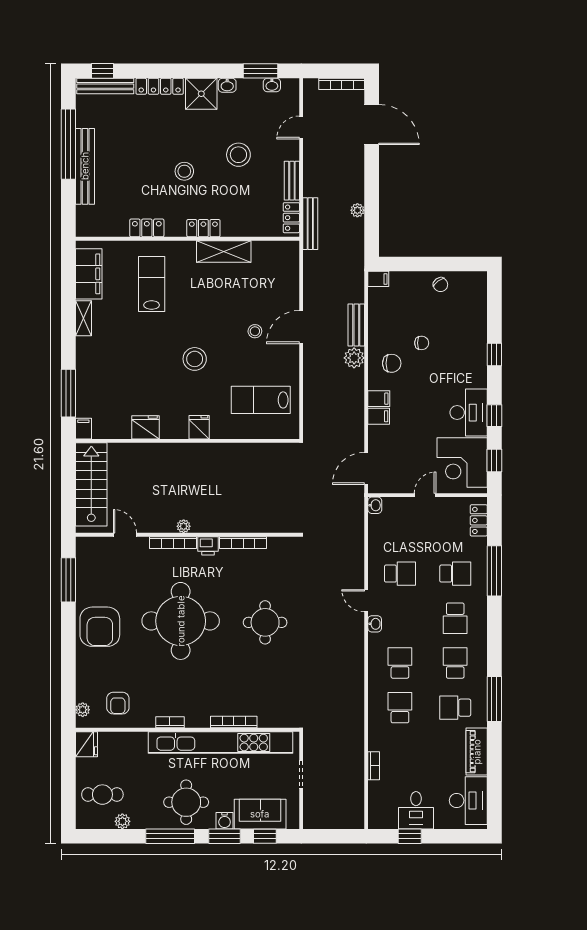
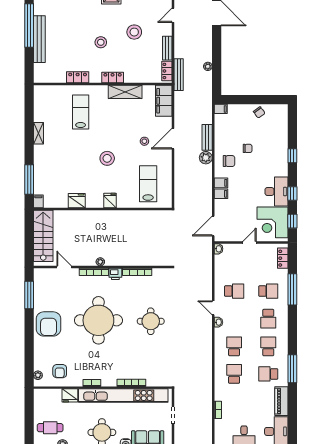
filing cabinet: (89, 274) -> (164, 101), moved, turned 180
lab bench: (261, 400) -> (148, 184), turned 90
fridge: (86, 744) -> (70, 395), moved, turned 90

